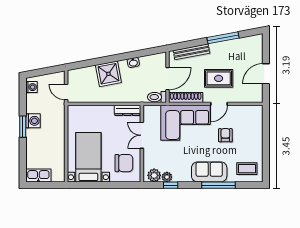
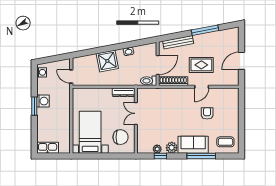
corner sofa: (185, 123) -> (173, 103), removed
plant: (154, 175) -> (172, 148), moved

